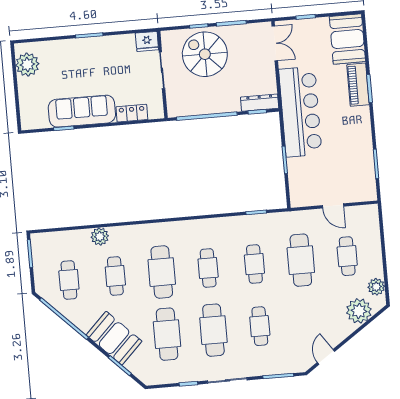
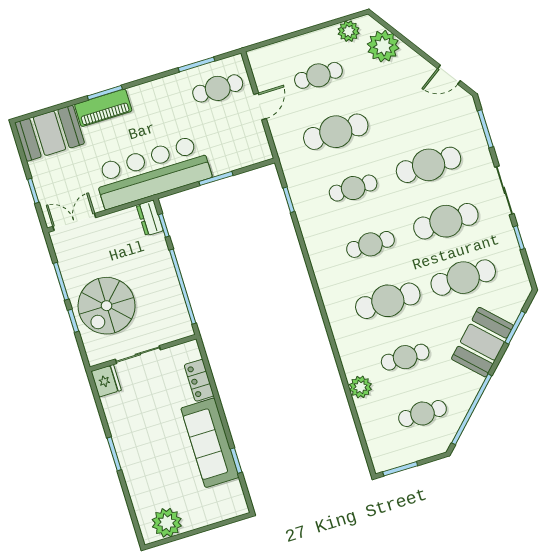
dresser: (260, 103) -> (150, 218), width x0.70
cafe table: (354, 176) -> (218, 88), added
cafe table: (260, 326) -> (429, 165), width x1.37, depth x1.35

